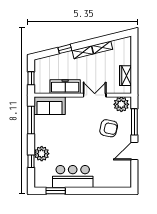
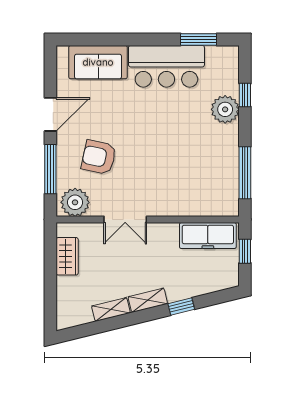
freezer: (65, 87) -> (208, 236), moved
sofa: (50, 106) -> (98, 62), moved, turned 180

